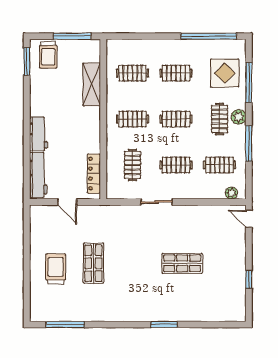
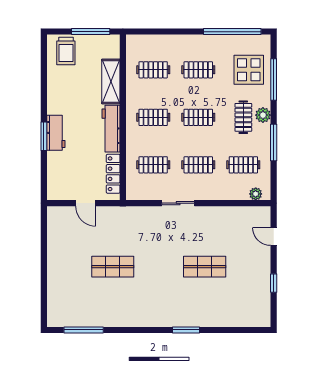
window: (27, 61) -> (44, 136), moved
clothes rail: (132, 165) -> (153, 165), turned 90
workbench: (38, 175) -> (111, 129), moved, turned 180
door: (249, 219) -> (274, 237), moved
shop shelf: (93, 263) -> (113, 267), turned 90
trolley: (56, 269) -> (74, 273), removed

